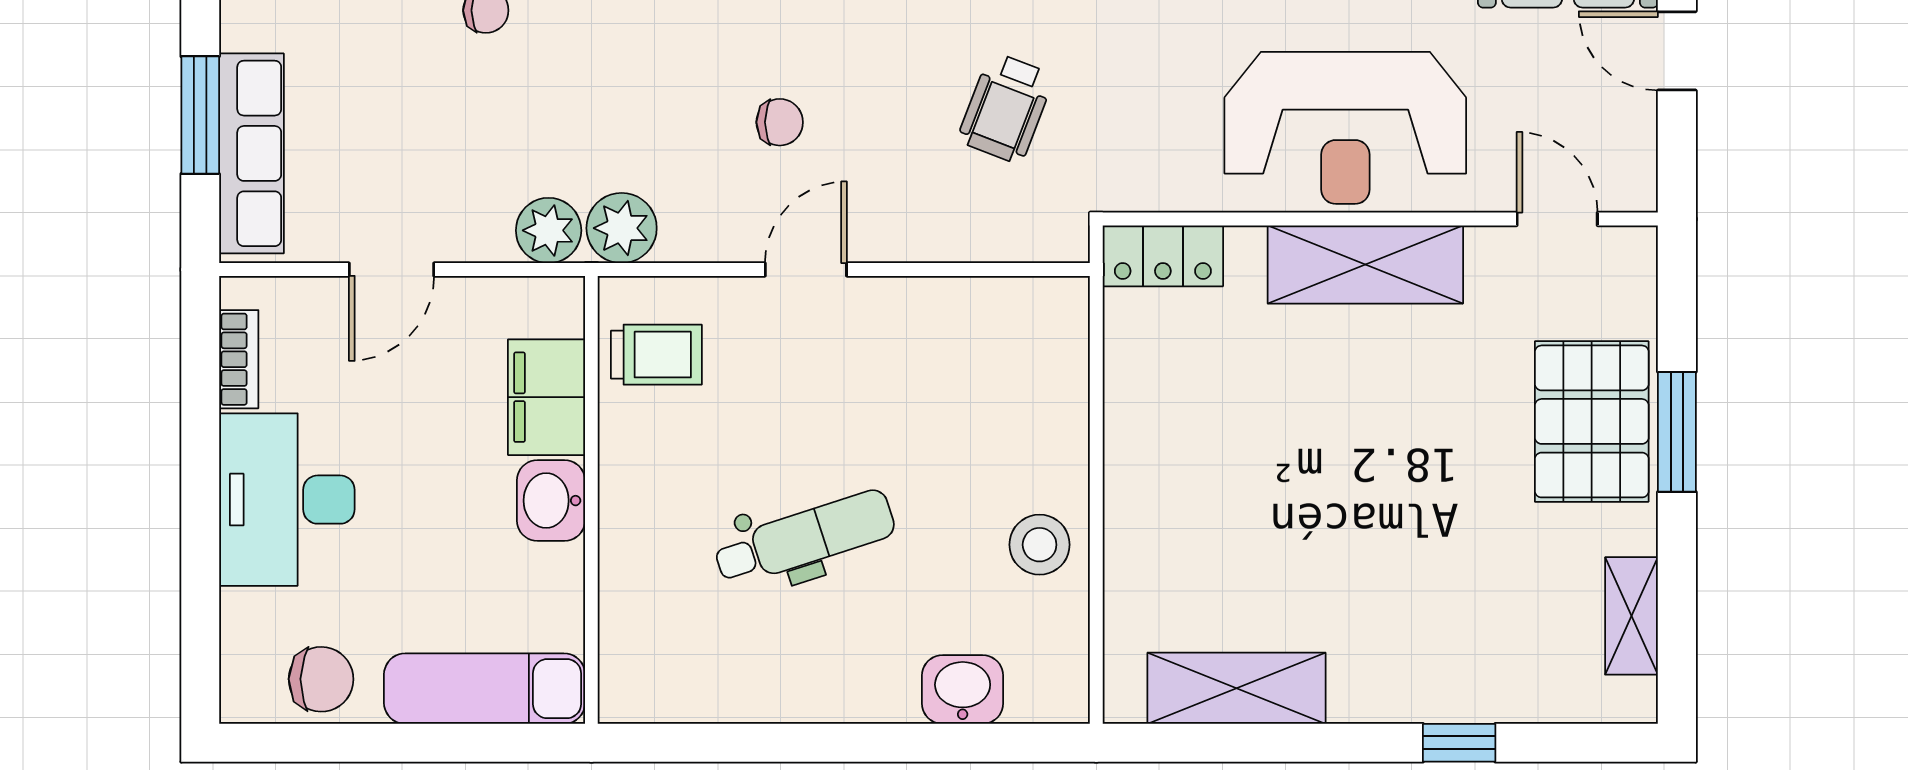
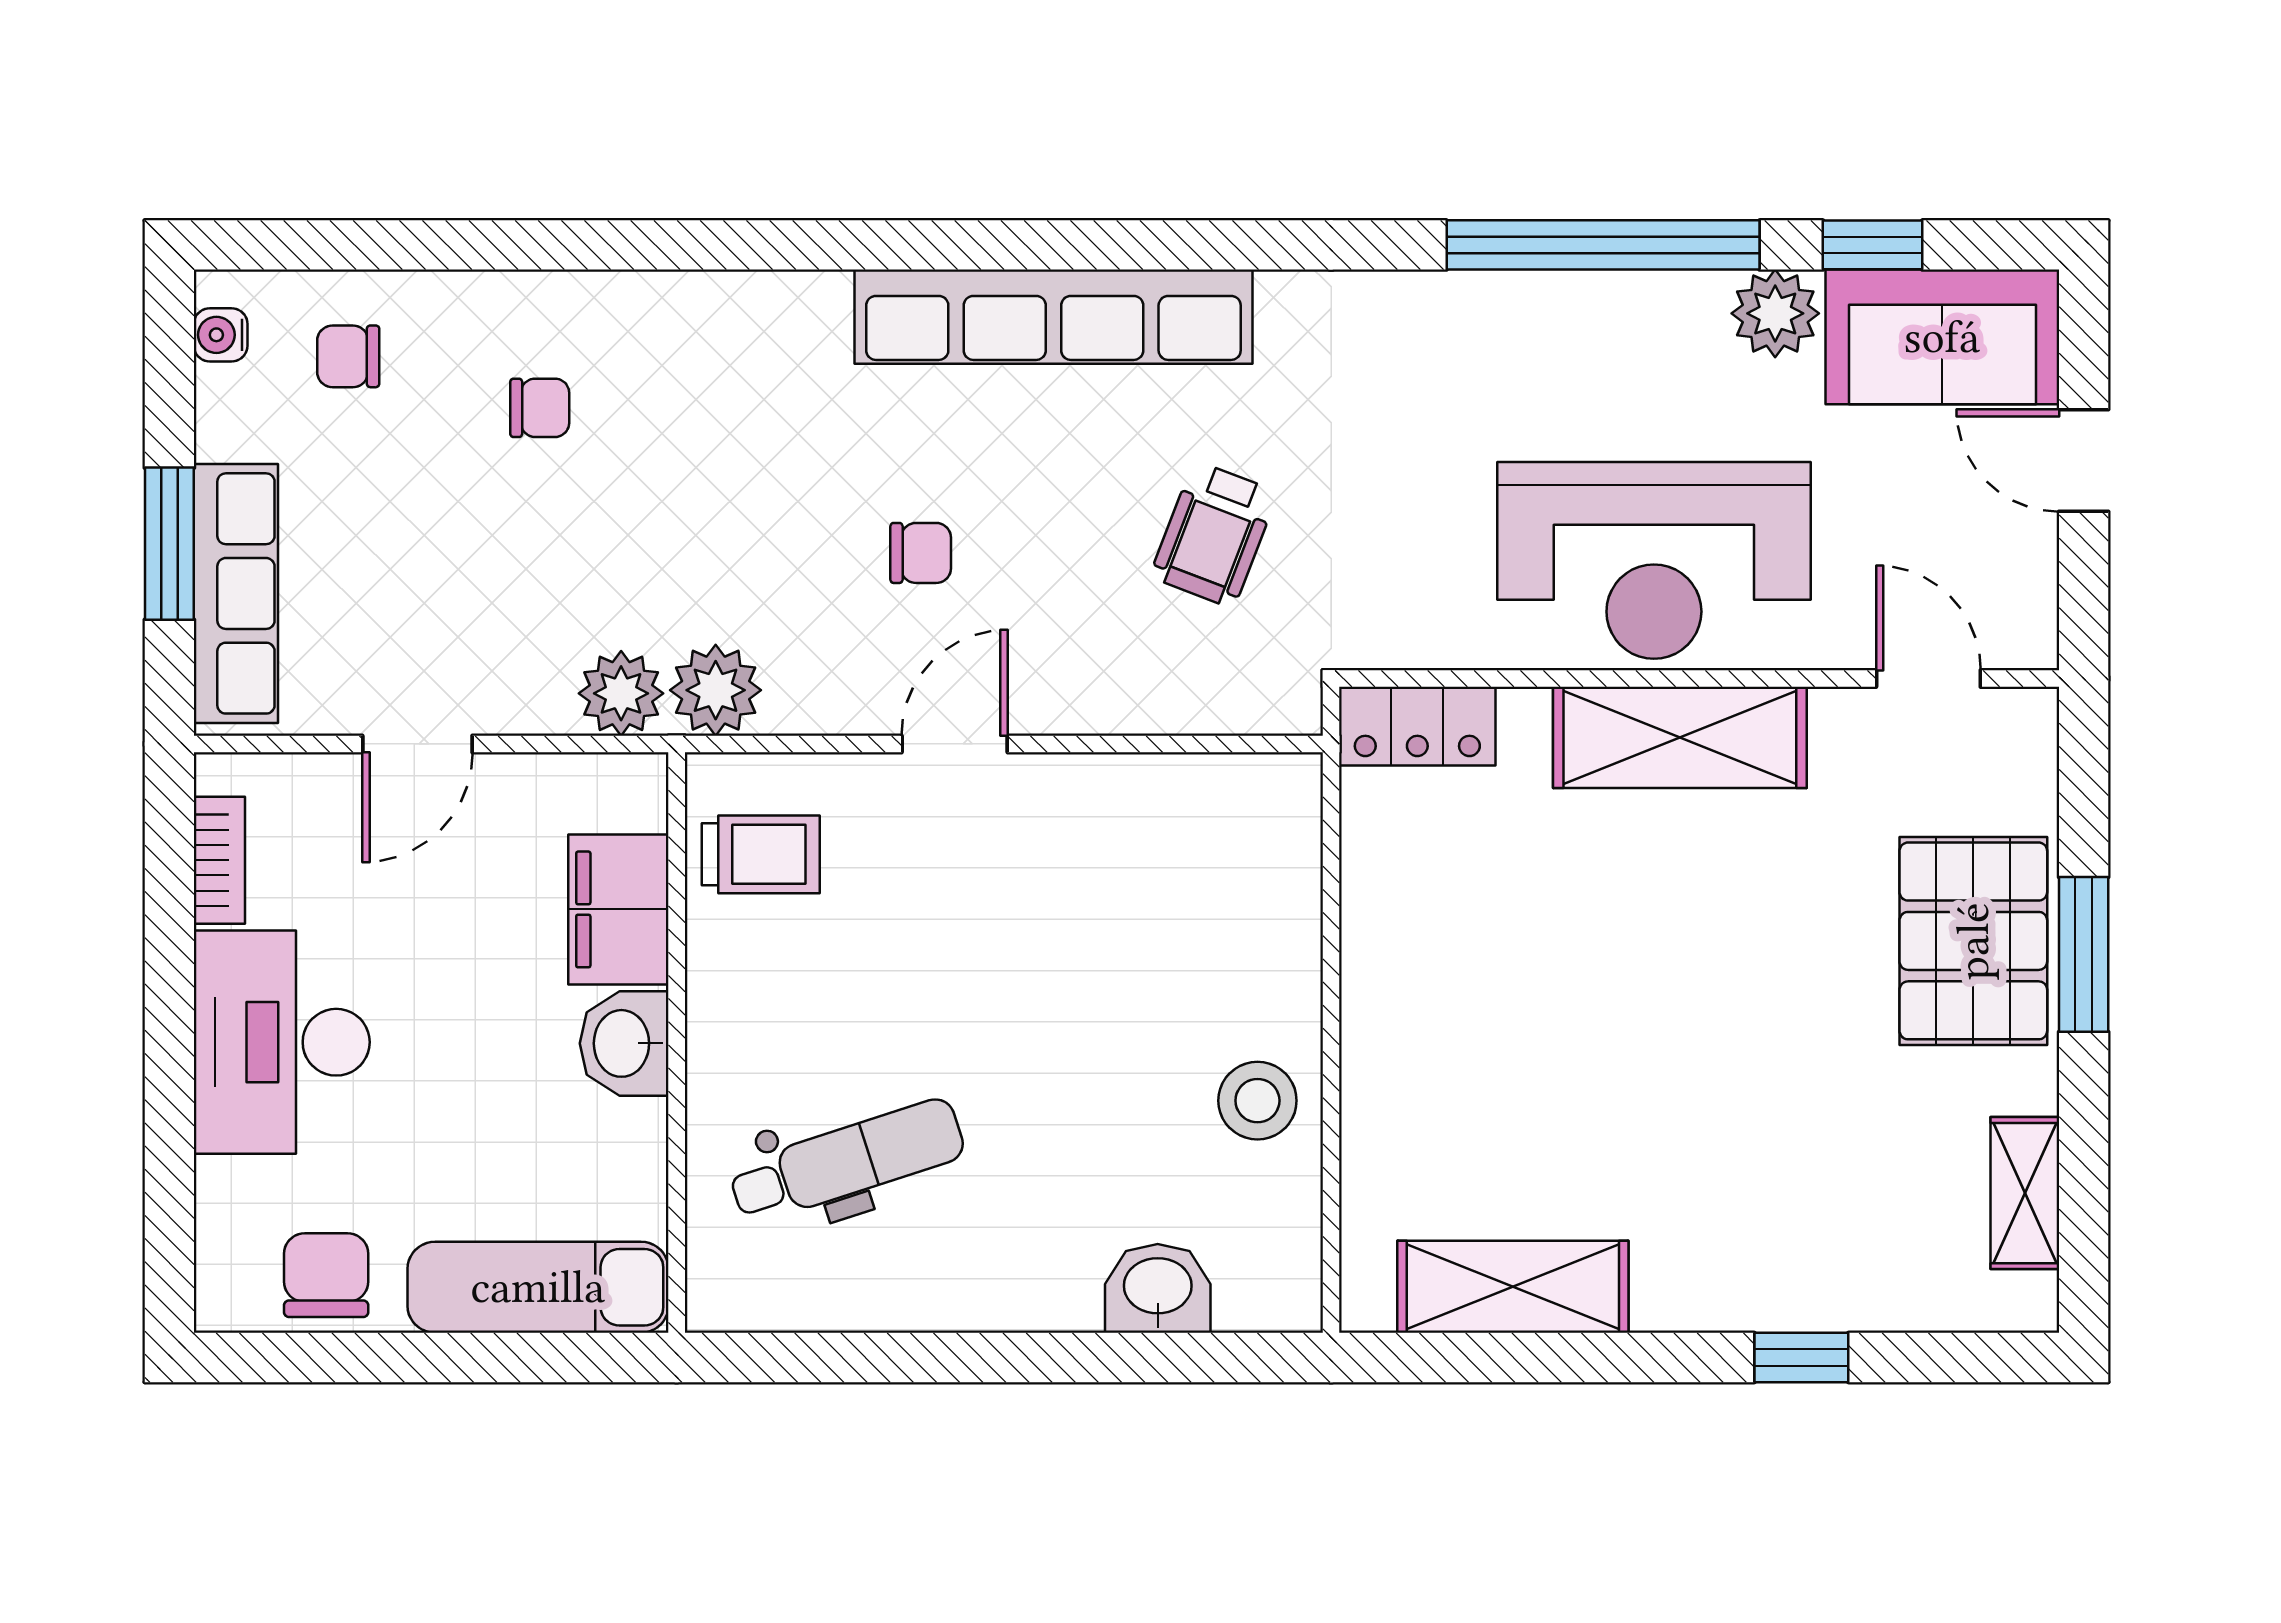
dental chair: (805, 538) -> (847, 1161), moved
chair: (321, 679) -> (326, 1275), turned -91

